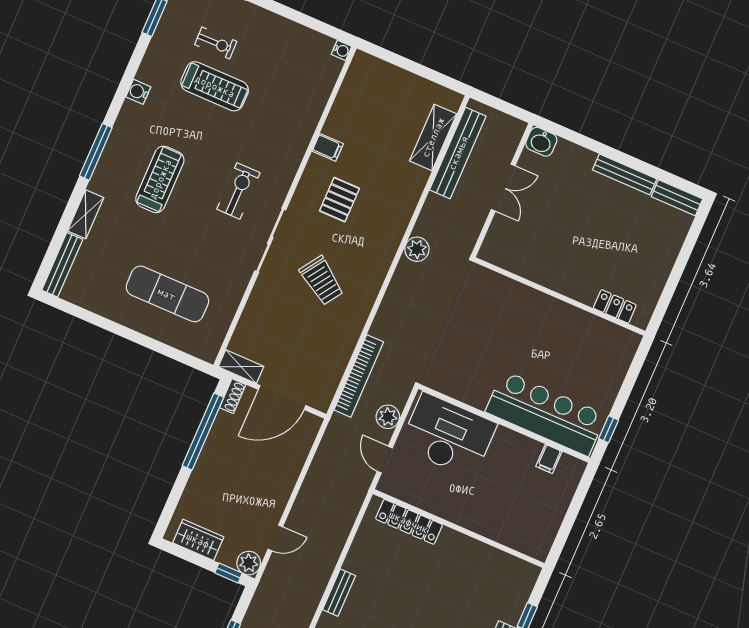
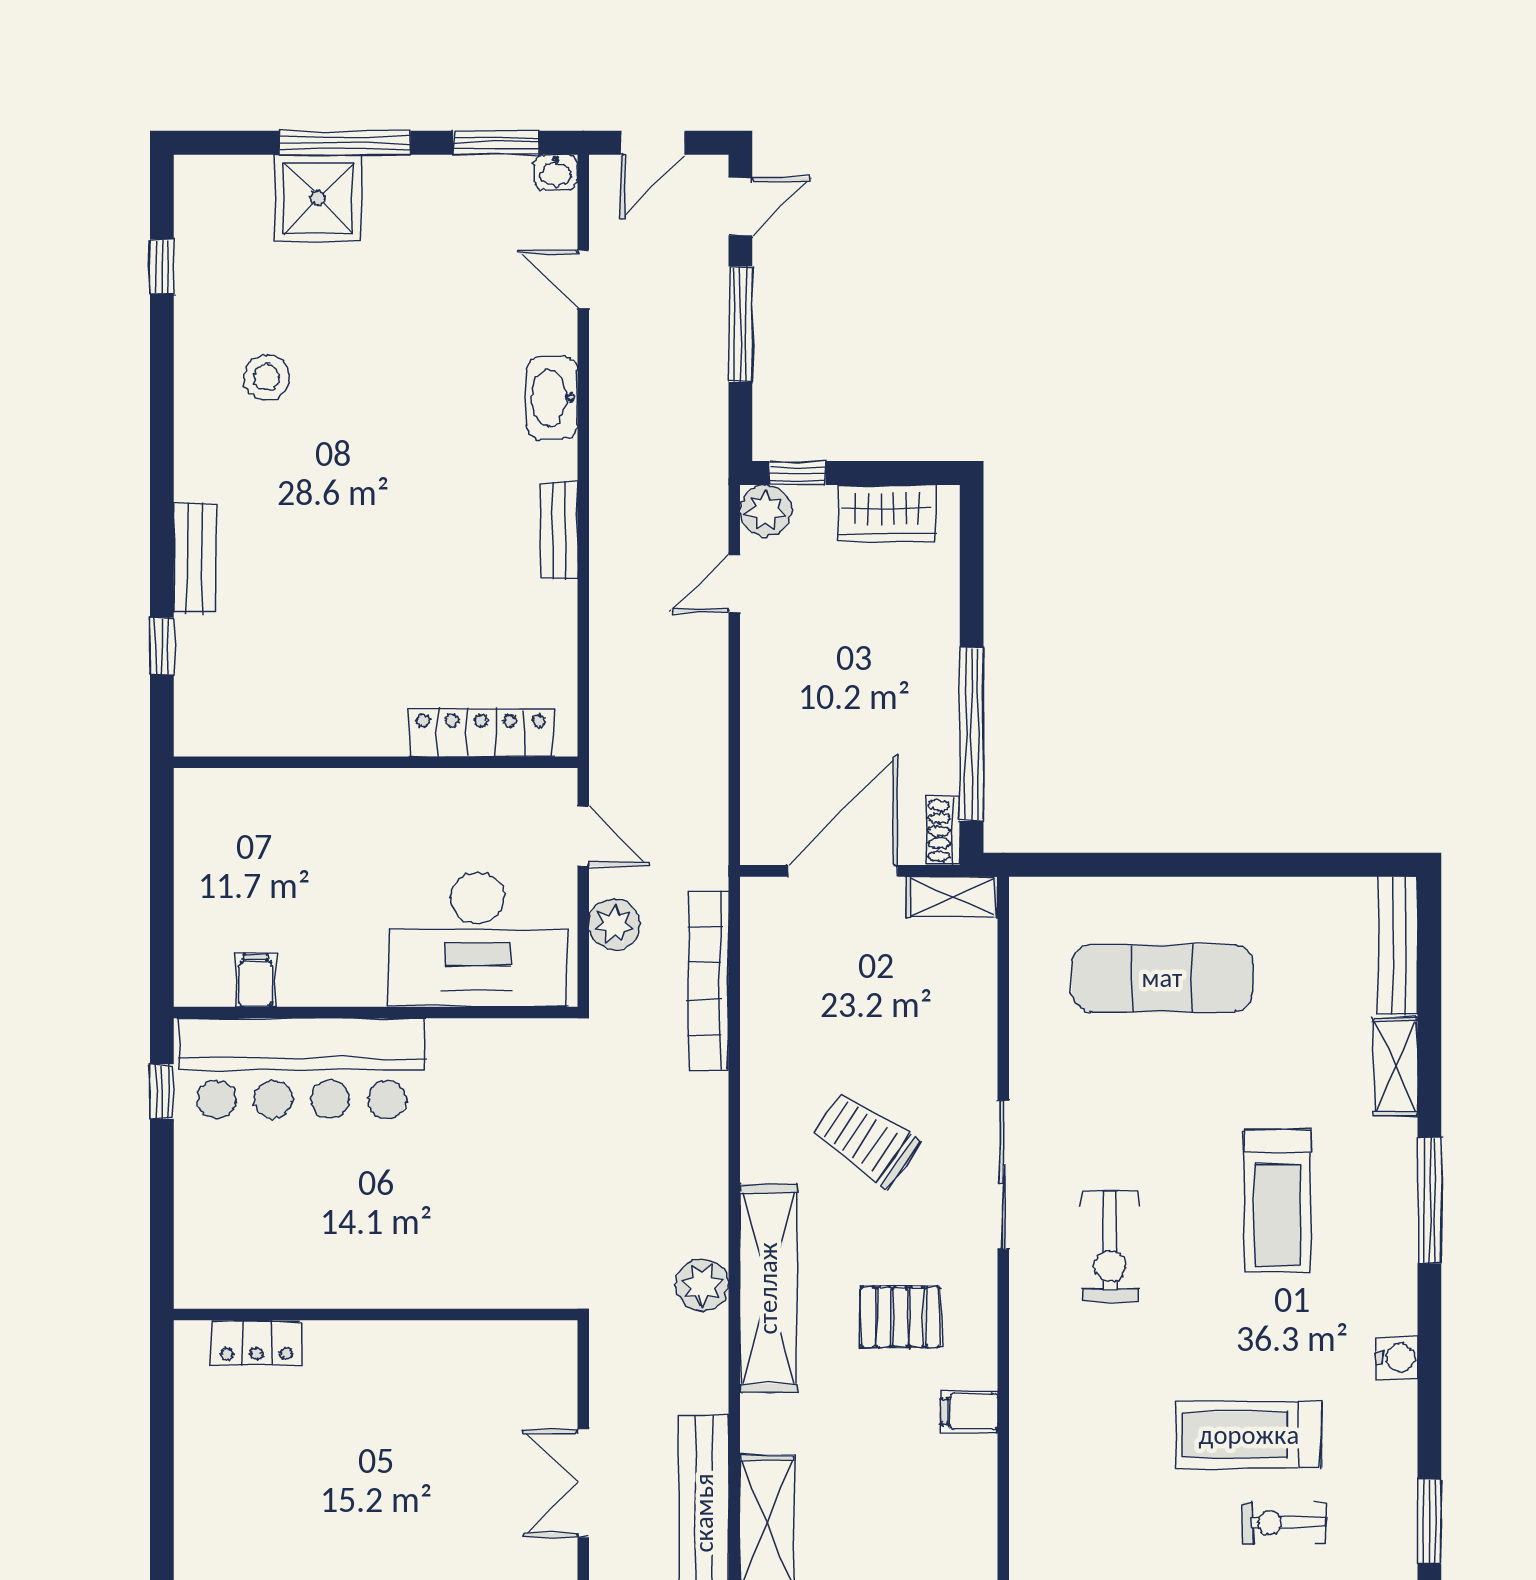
pallet: (340, 200) -> (900, 1317), turned 90
shelving: (390, 236) -> (768, 1288), added

